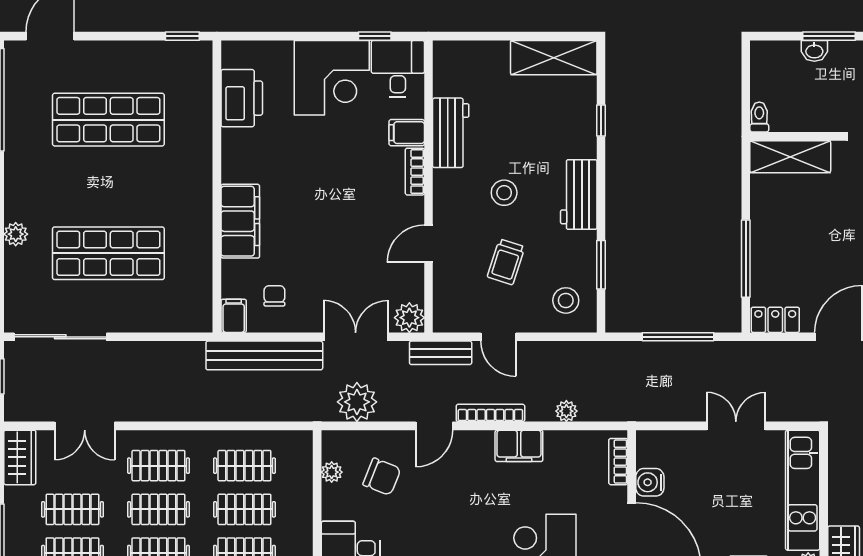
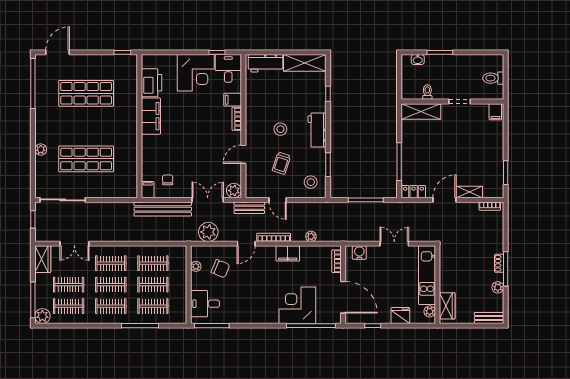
washbasin: (814, 51) -> (418, 60), moved
toilet: (759, 117) -> (427, 92), moved
workbench: (451, 133) -> (265, 63), moved, turned 90
filing cabinet: (240, 221) -> (151, 116), moved
water cooler: (650, 482) -> (359, 253), moved, turned 90

